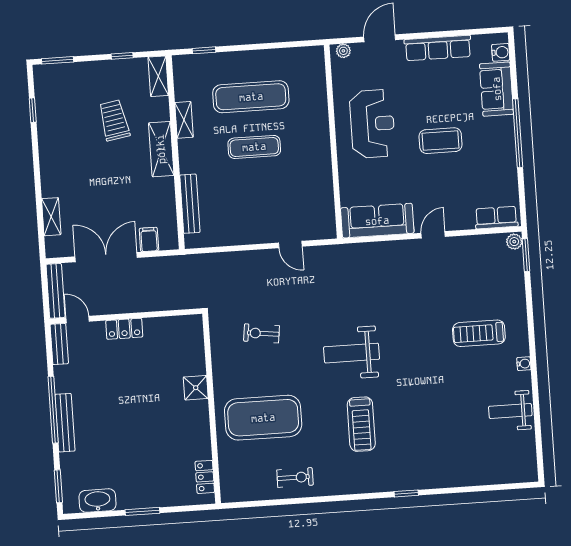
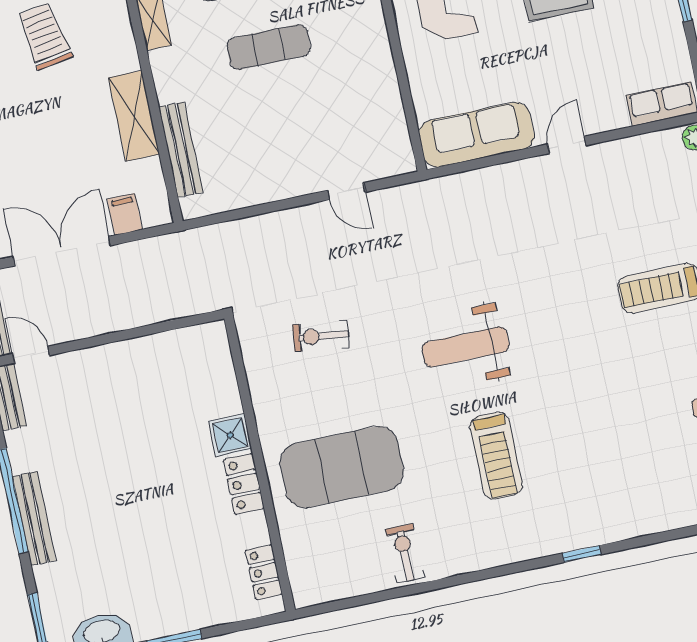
shelving: (161, 149) -> (134, 116), moved
locker: (124, 329) -> (244, 484), moved, turned 90
exercise bike: (295, 477) -> (405, 553), turned -90

